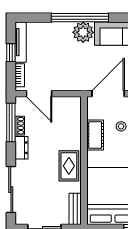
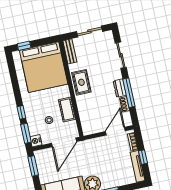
door: (39, 94) -> (115, 131), hinge flipped
window: (11, 122) -> (129, 93), moved
sliding door: (11, 190) -> (121, 55), width x0.73

